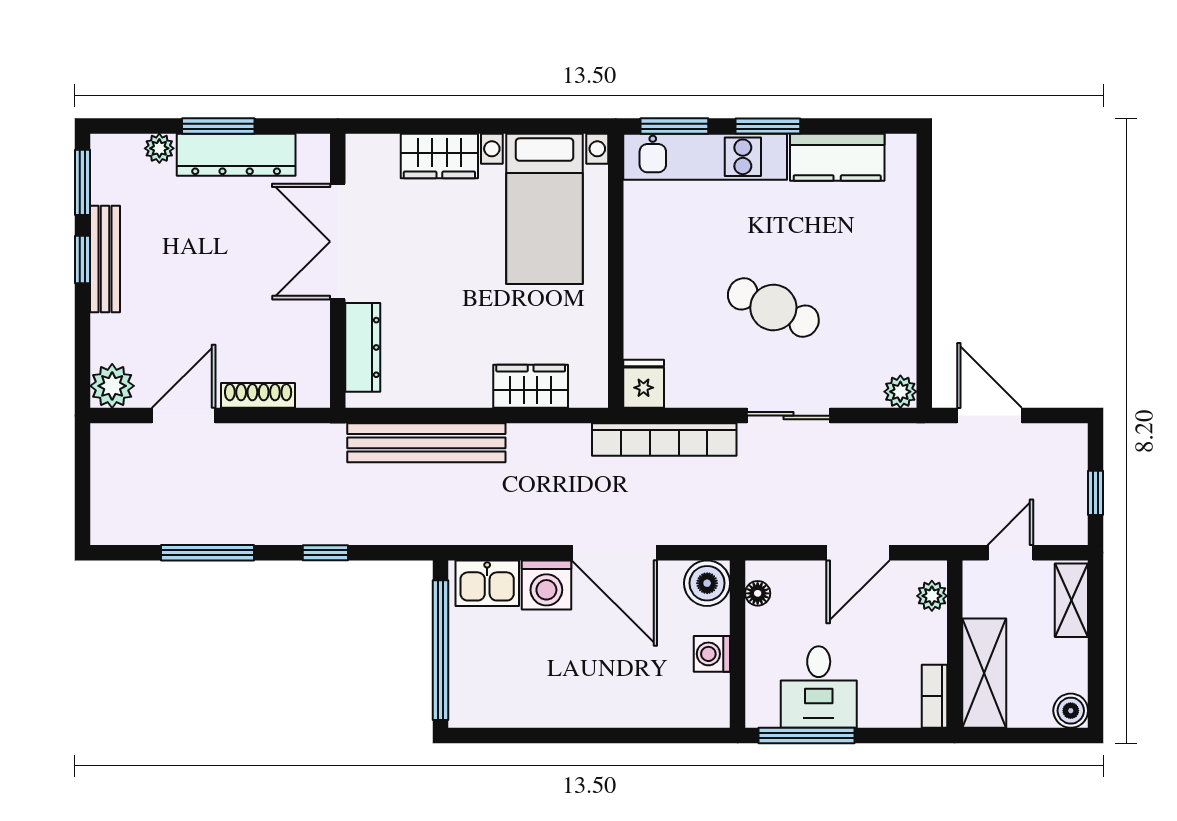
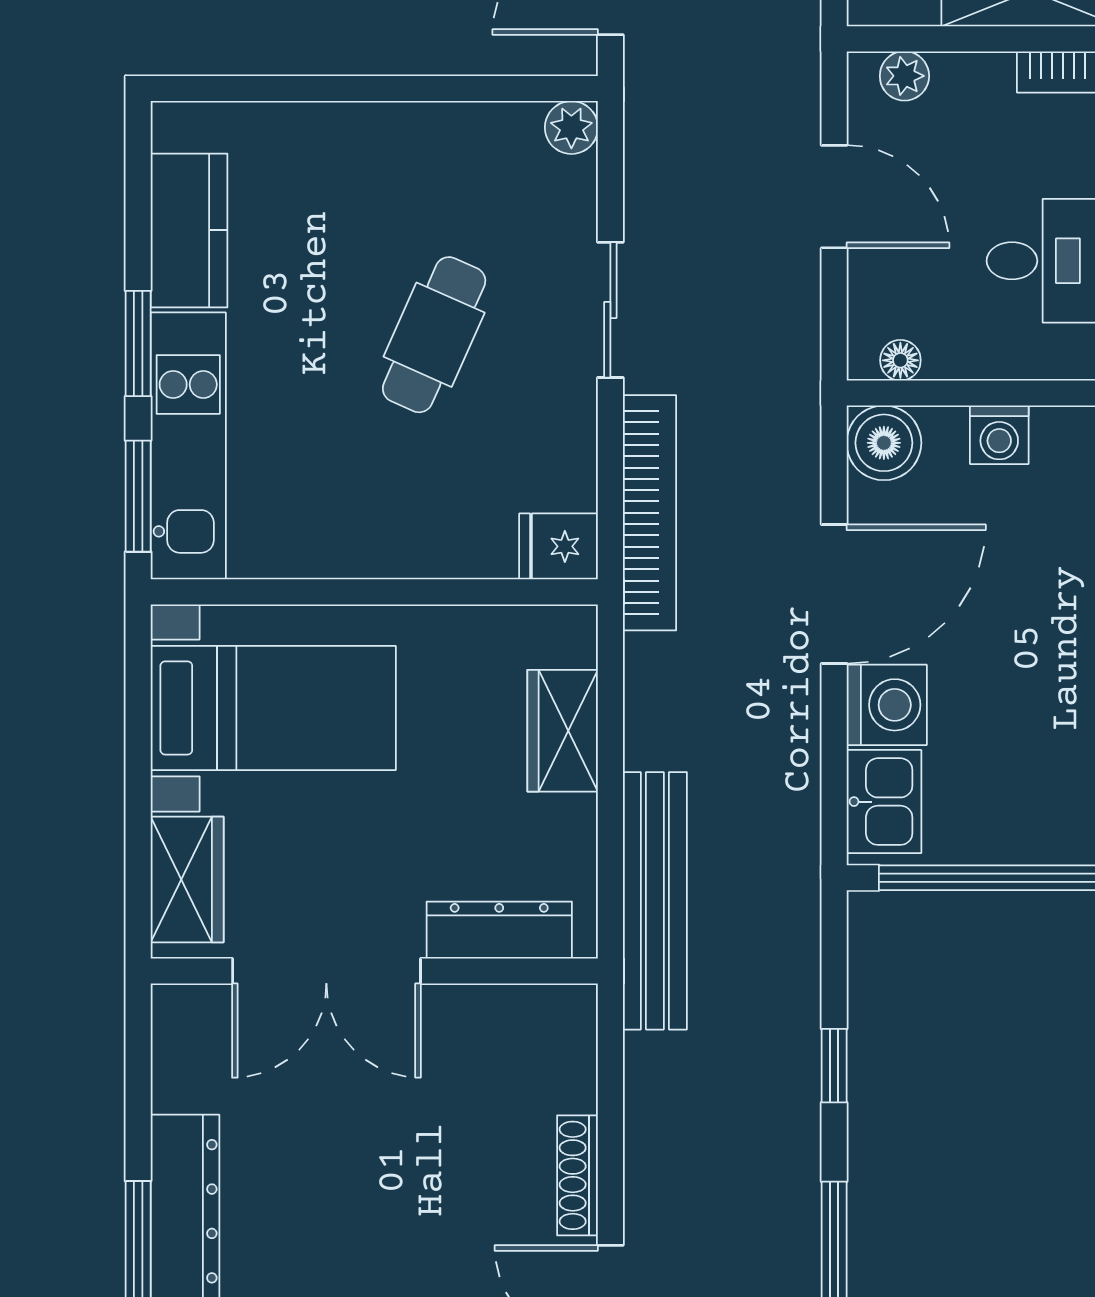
double door: (338, 242) -> (326, 971), moved
wall: (338, 271) -> (374, 971), moved
dresser: (363, 347) -> (499, 930), moved

